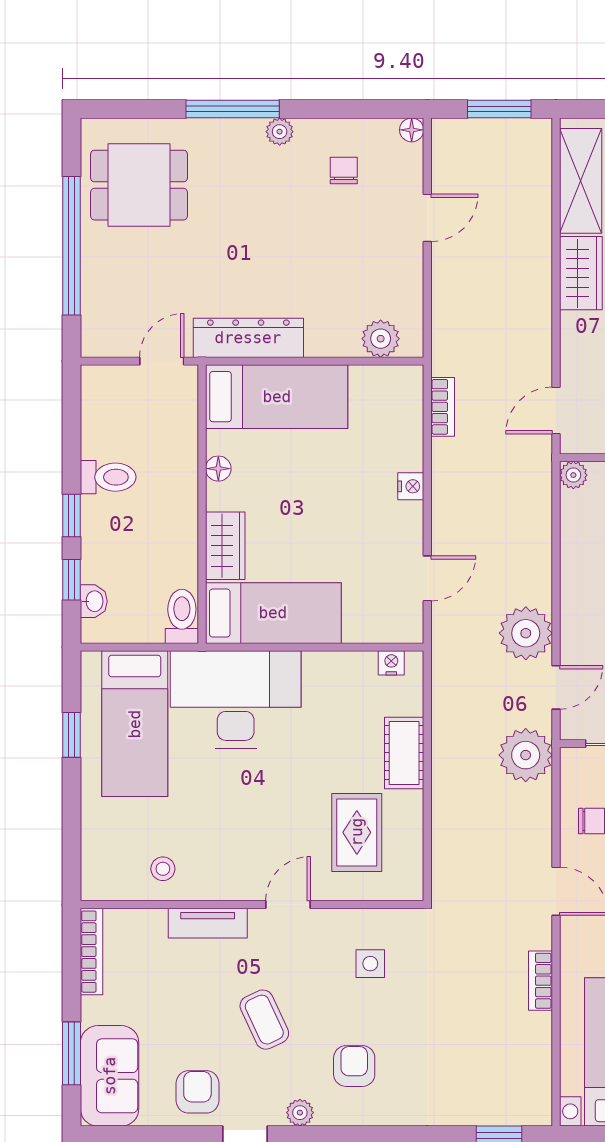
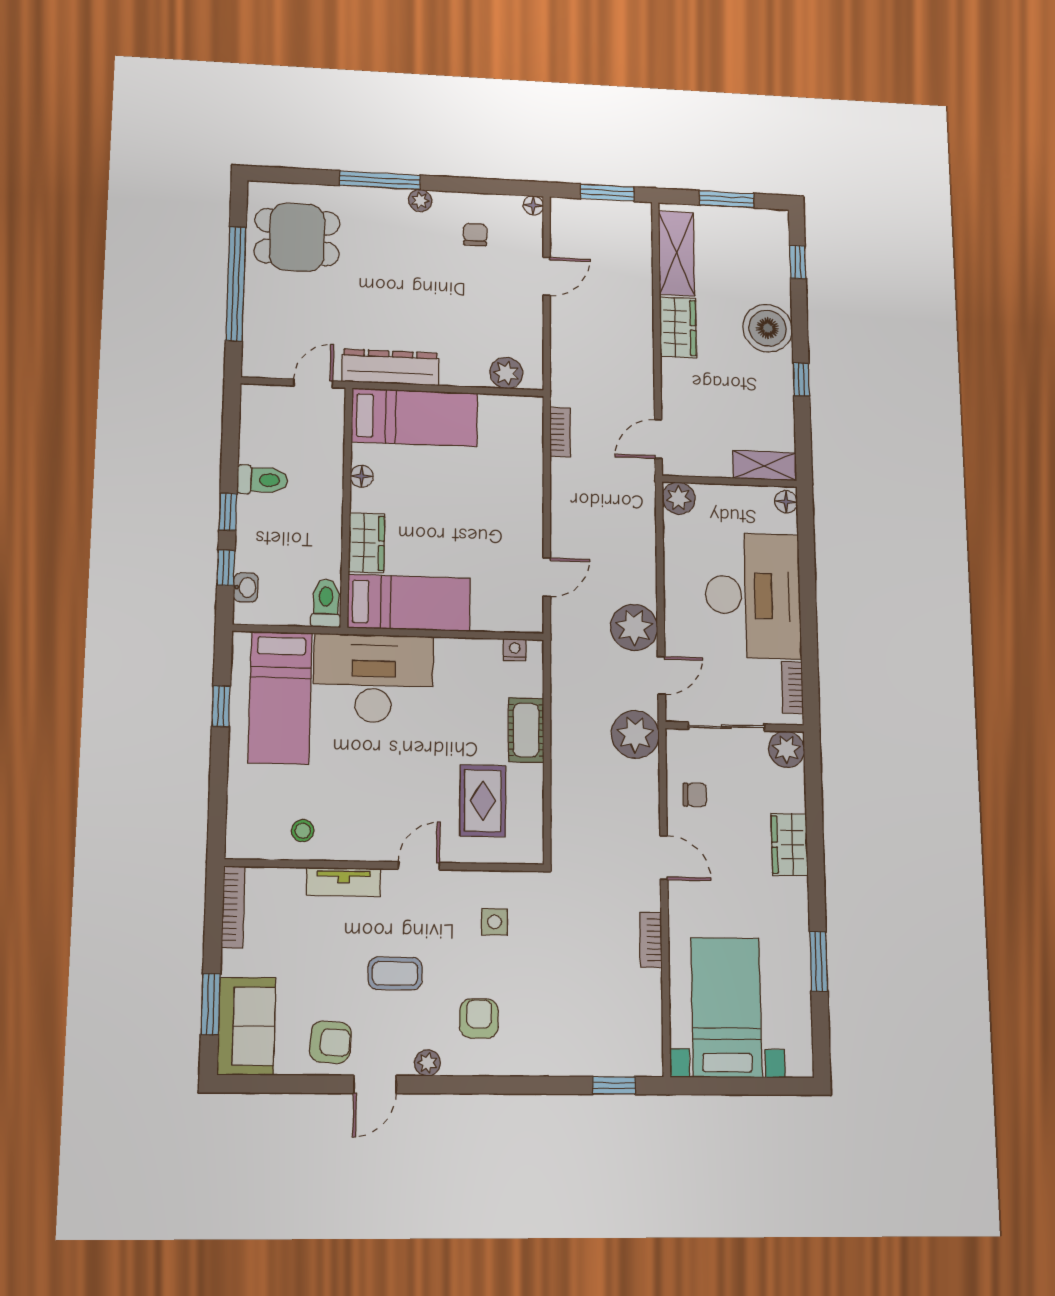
plant: (573, 475) -> (679, 498), width x1.38, depth x1.38
nightstand: (411, 486) -> (532, 498), removed
coffee table: (264, 1020) -> (395, 973), turned -65
armchair: (197, 1092) -> (330, 1042), turned 94

